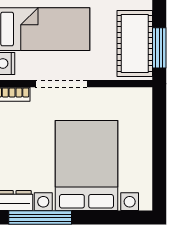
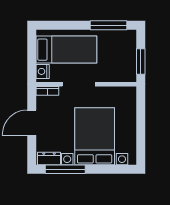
cot: (135, 43) -> (125, 59), removed

